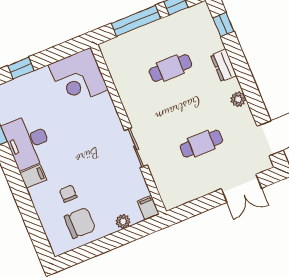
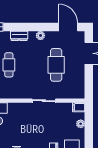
cafe table: (201, 144) -> (56, 65), width x1.37, depth x1.35

